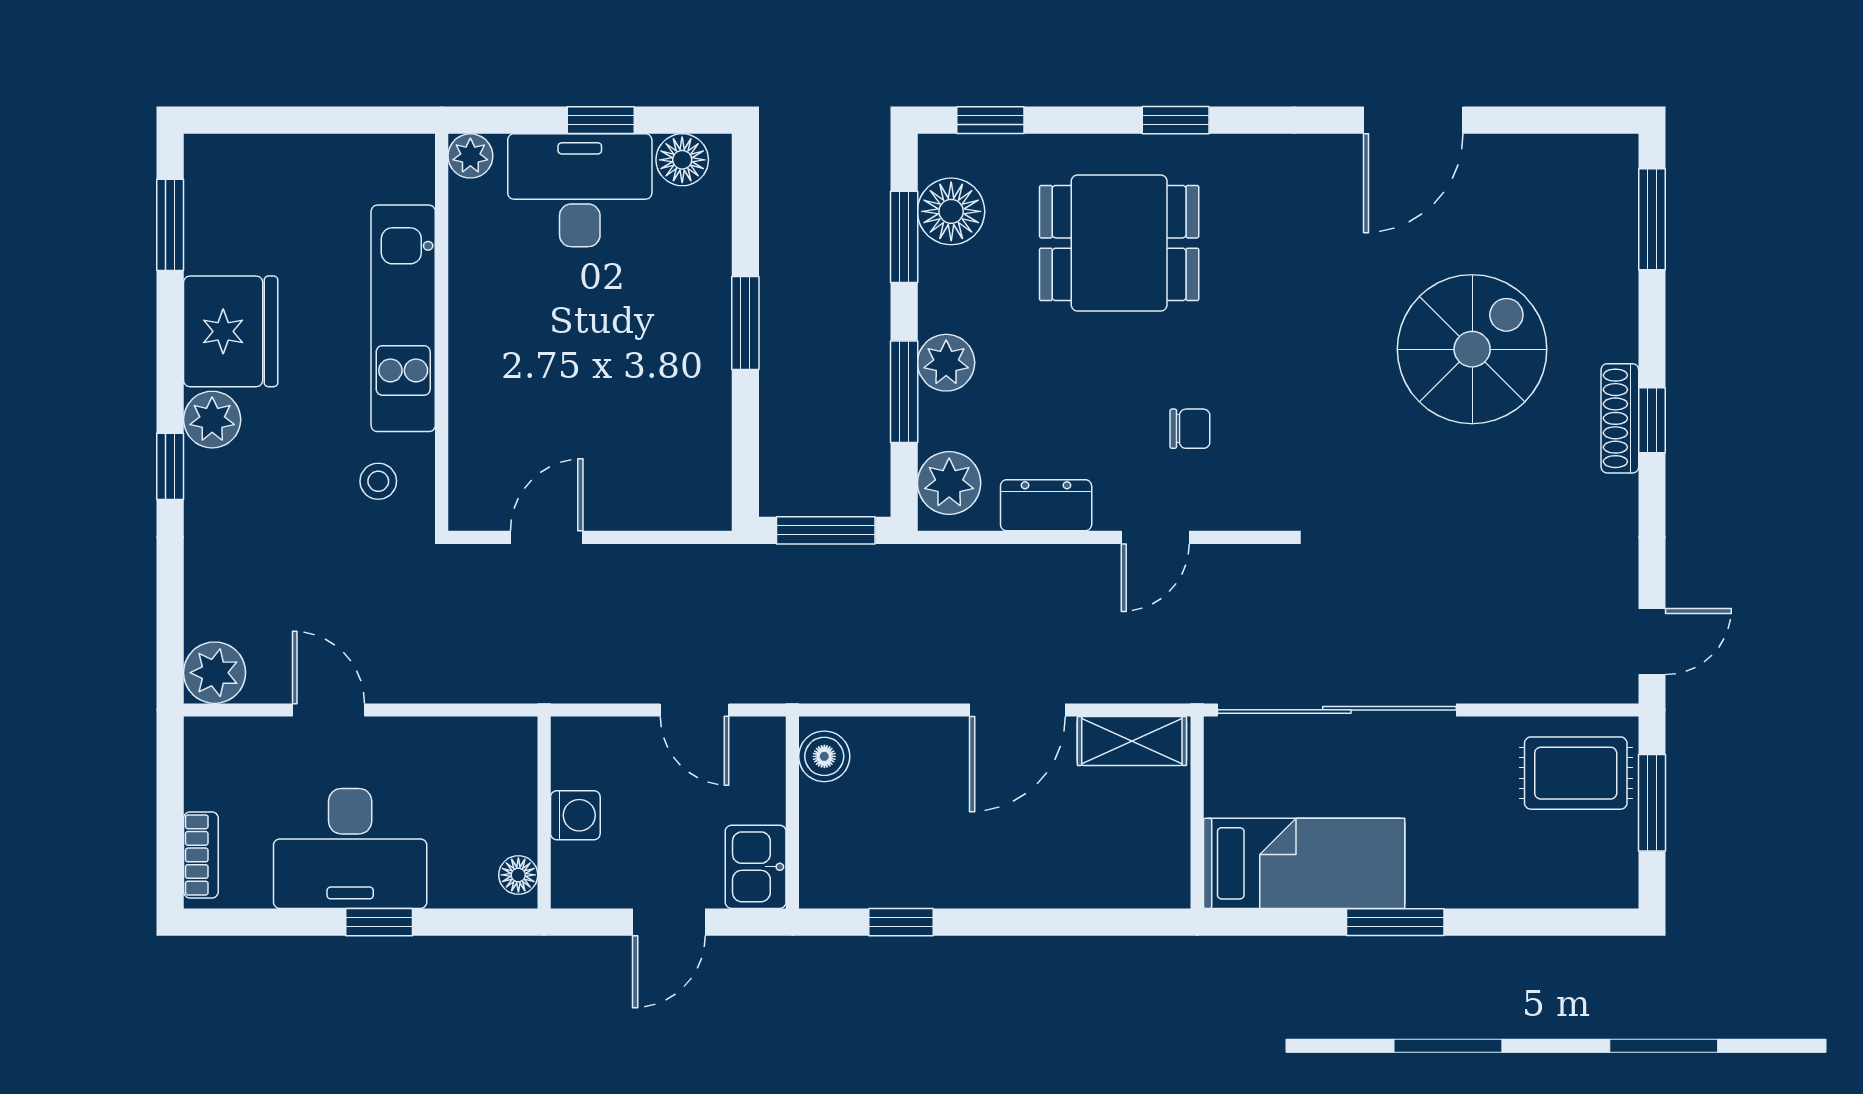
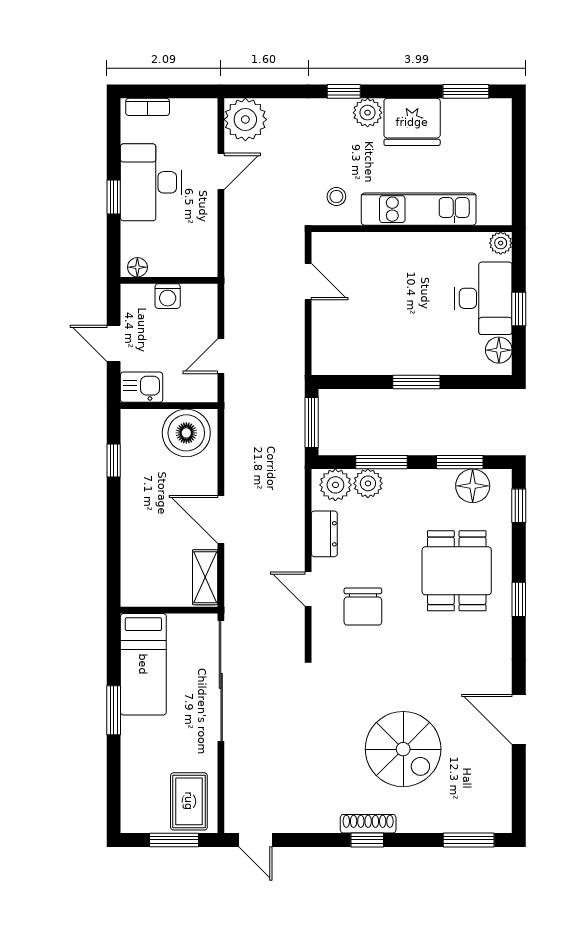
plant: (946, 363) -> (368, 483), moved
chair: (1190, 429) -> (363, 607), width x1.87, depth x1.87
plant: (215, 673) -> (245, 119), width x1.36, depth x1.36
boiler: (824, 756) -> (186, 433), width x1.86, depth x1.86

